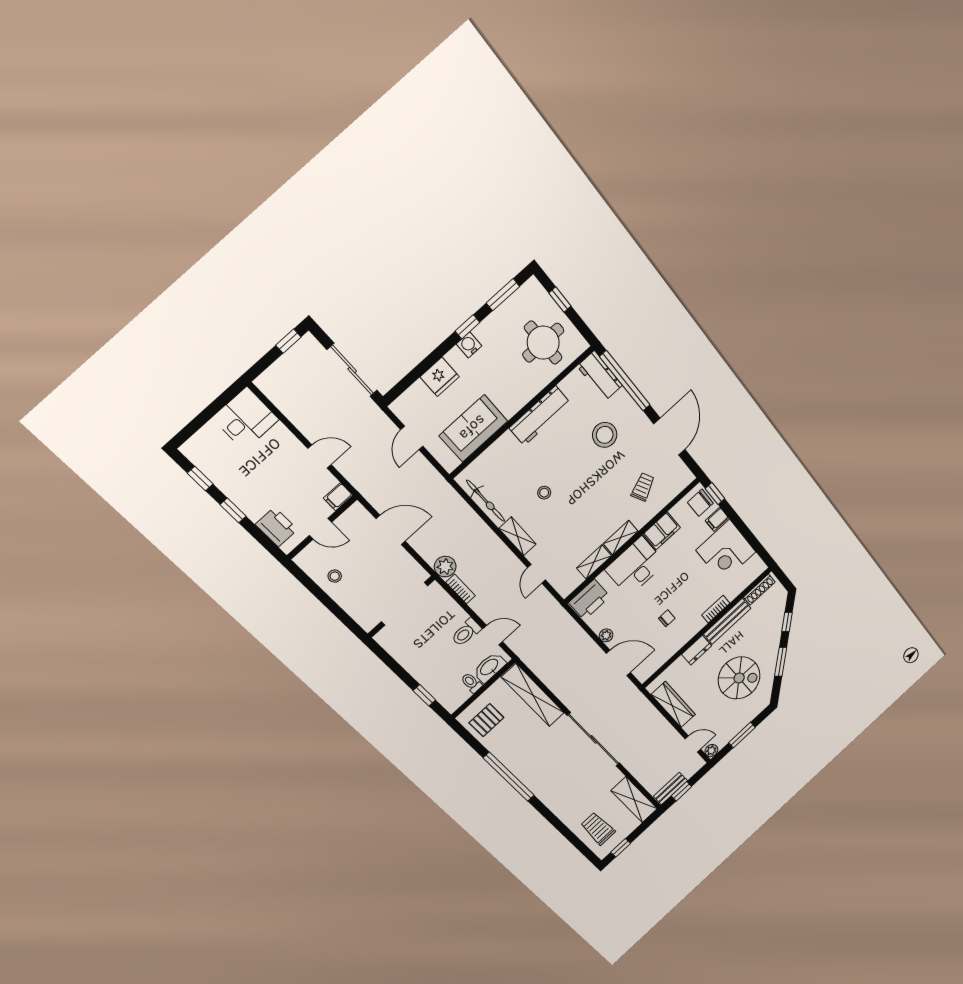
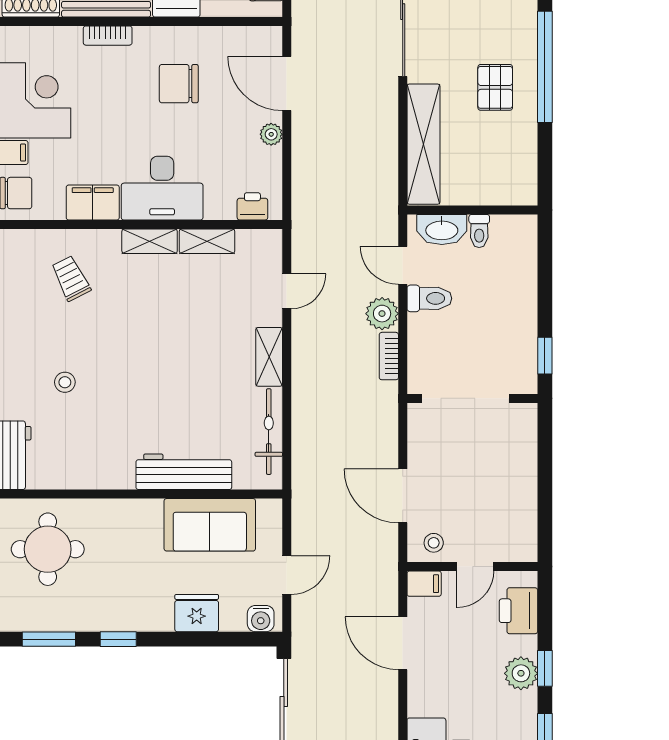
water cooler: (469, 345) -> (261, 619), moved
workbench: (540, 416) -> (184, 472), moved
stool: (605, 435) -> (65, 382), width x0.53, depth x0.53
door: (320, 457) -> (403, 643), width x1.38
trolley: (643, 487) -> (71, 278), turned 89
stool: (544, 493) -> (194, 379), removed
plant: (243, 497) -> (521, 673), added
door: (320, 529) -> (475, 567), swing flipped
plant: (445, 567) -> (382, 314), moved
stool: (335, 576) -> (434, 543), moved
printer: (589, 599) -> (252, 206), width x0.53, depth x0.68
chair: (667, 618) -> (179, 84), width x1.87, depth x1.87
window: (424, 695) -> (545, 356), moved
pallet: (486, 720) -> (495, 87), moved, turned 90

